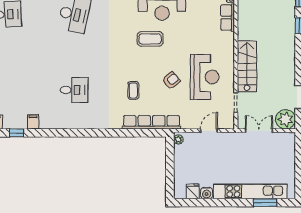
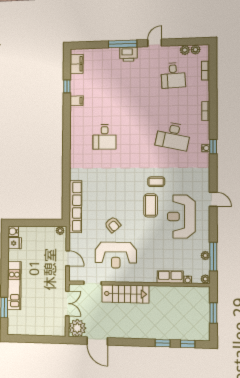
coffee table: (133, 90) -> (156, 182), moved
kitchen unit: (250, 191) -> (14, 286), width x0.73
water cooler: (207, 193) -> (13, 231), moved

